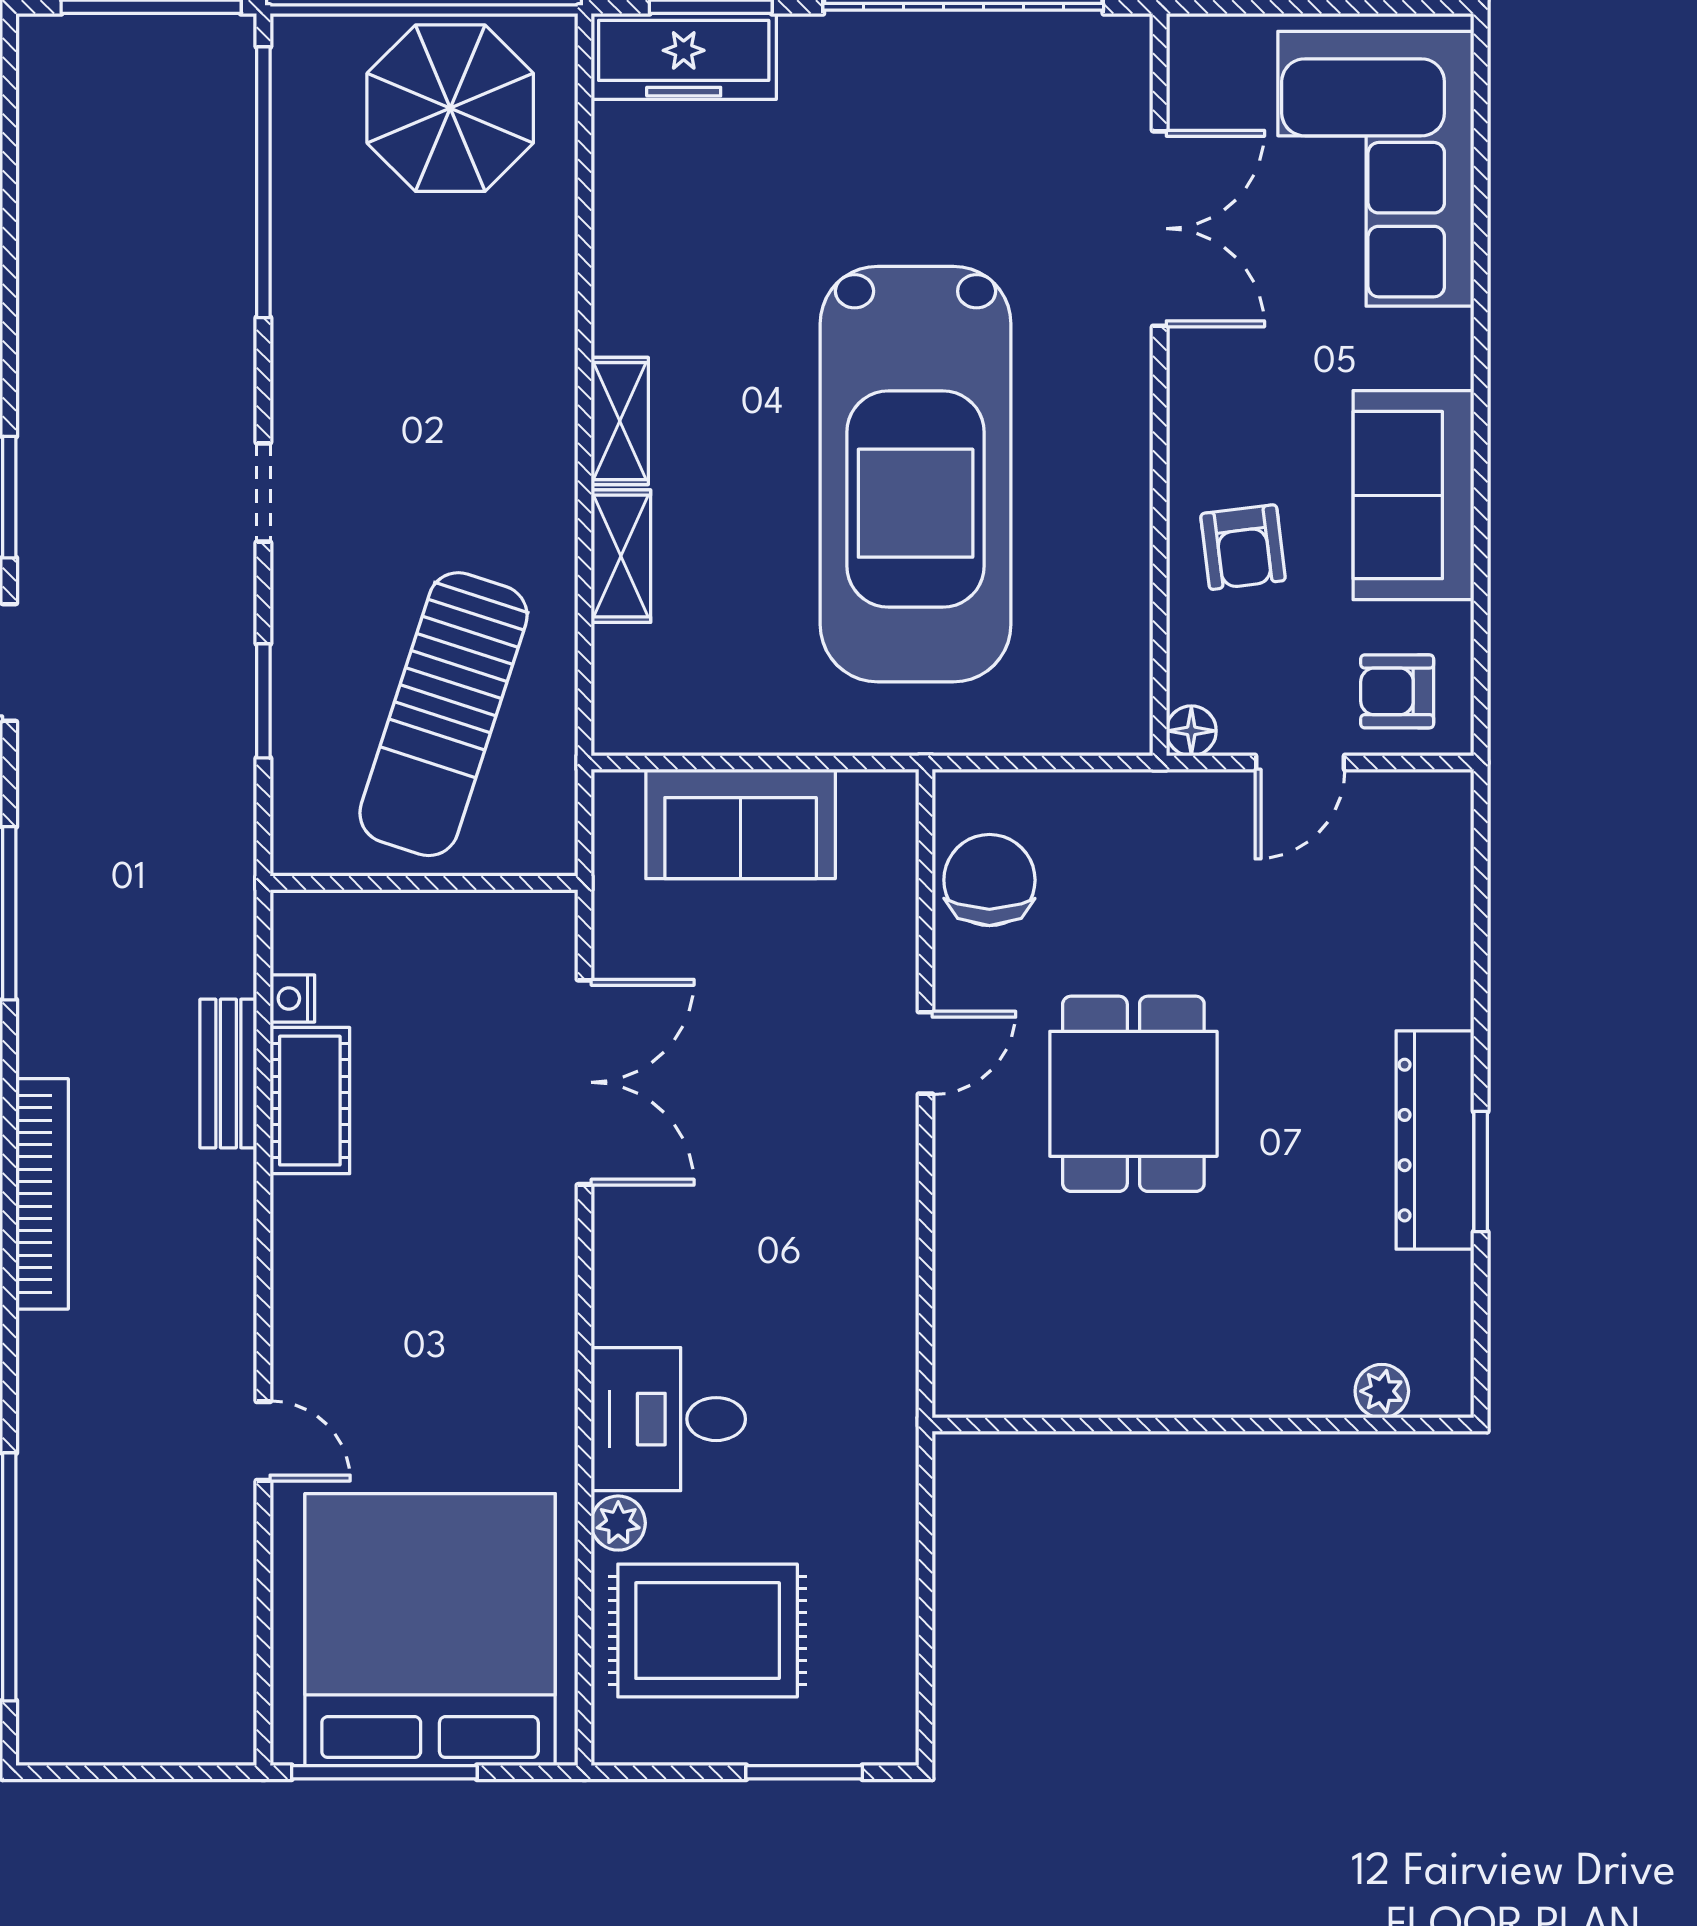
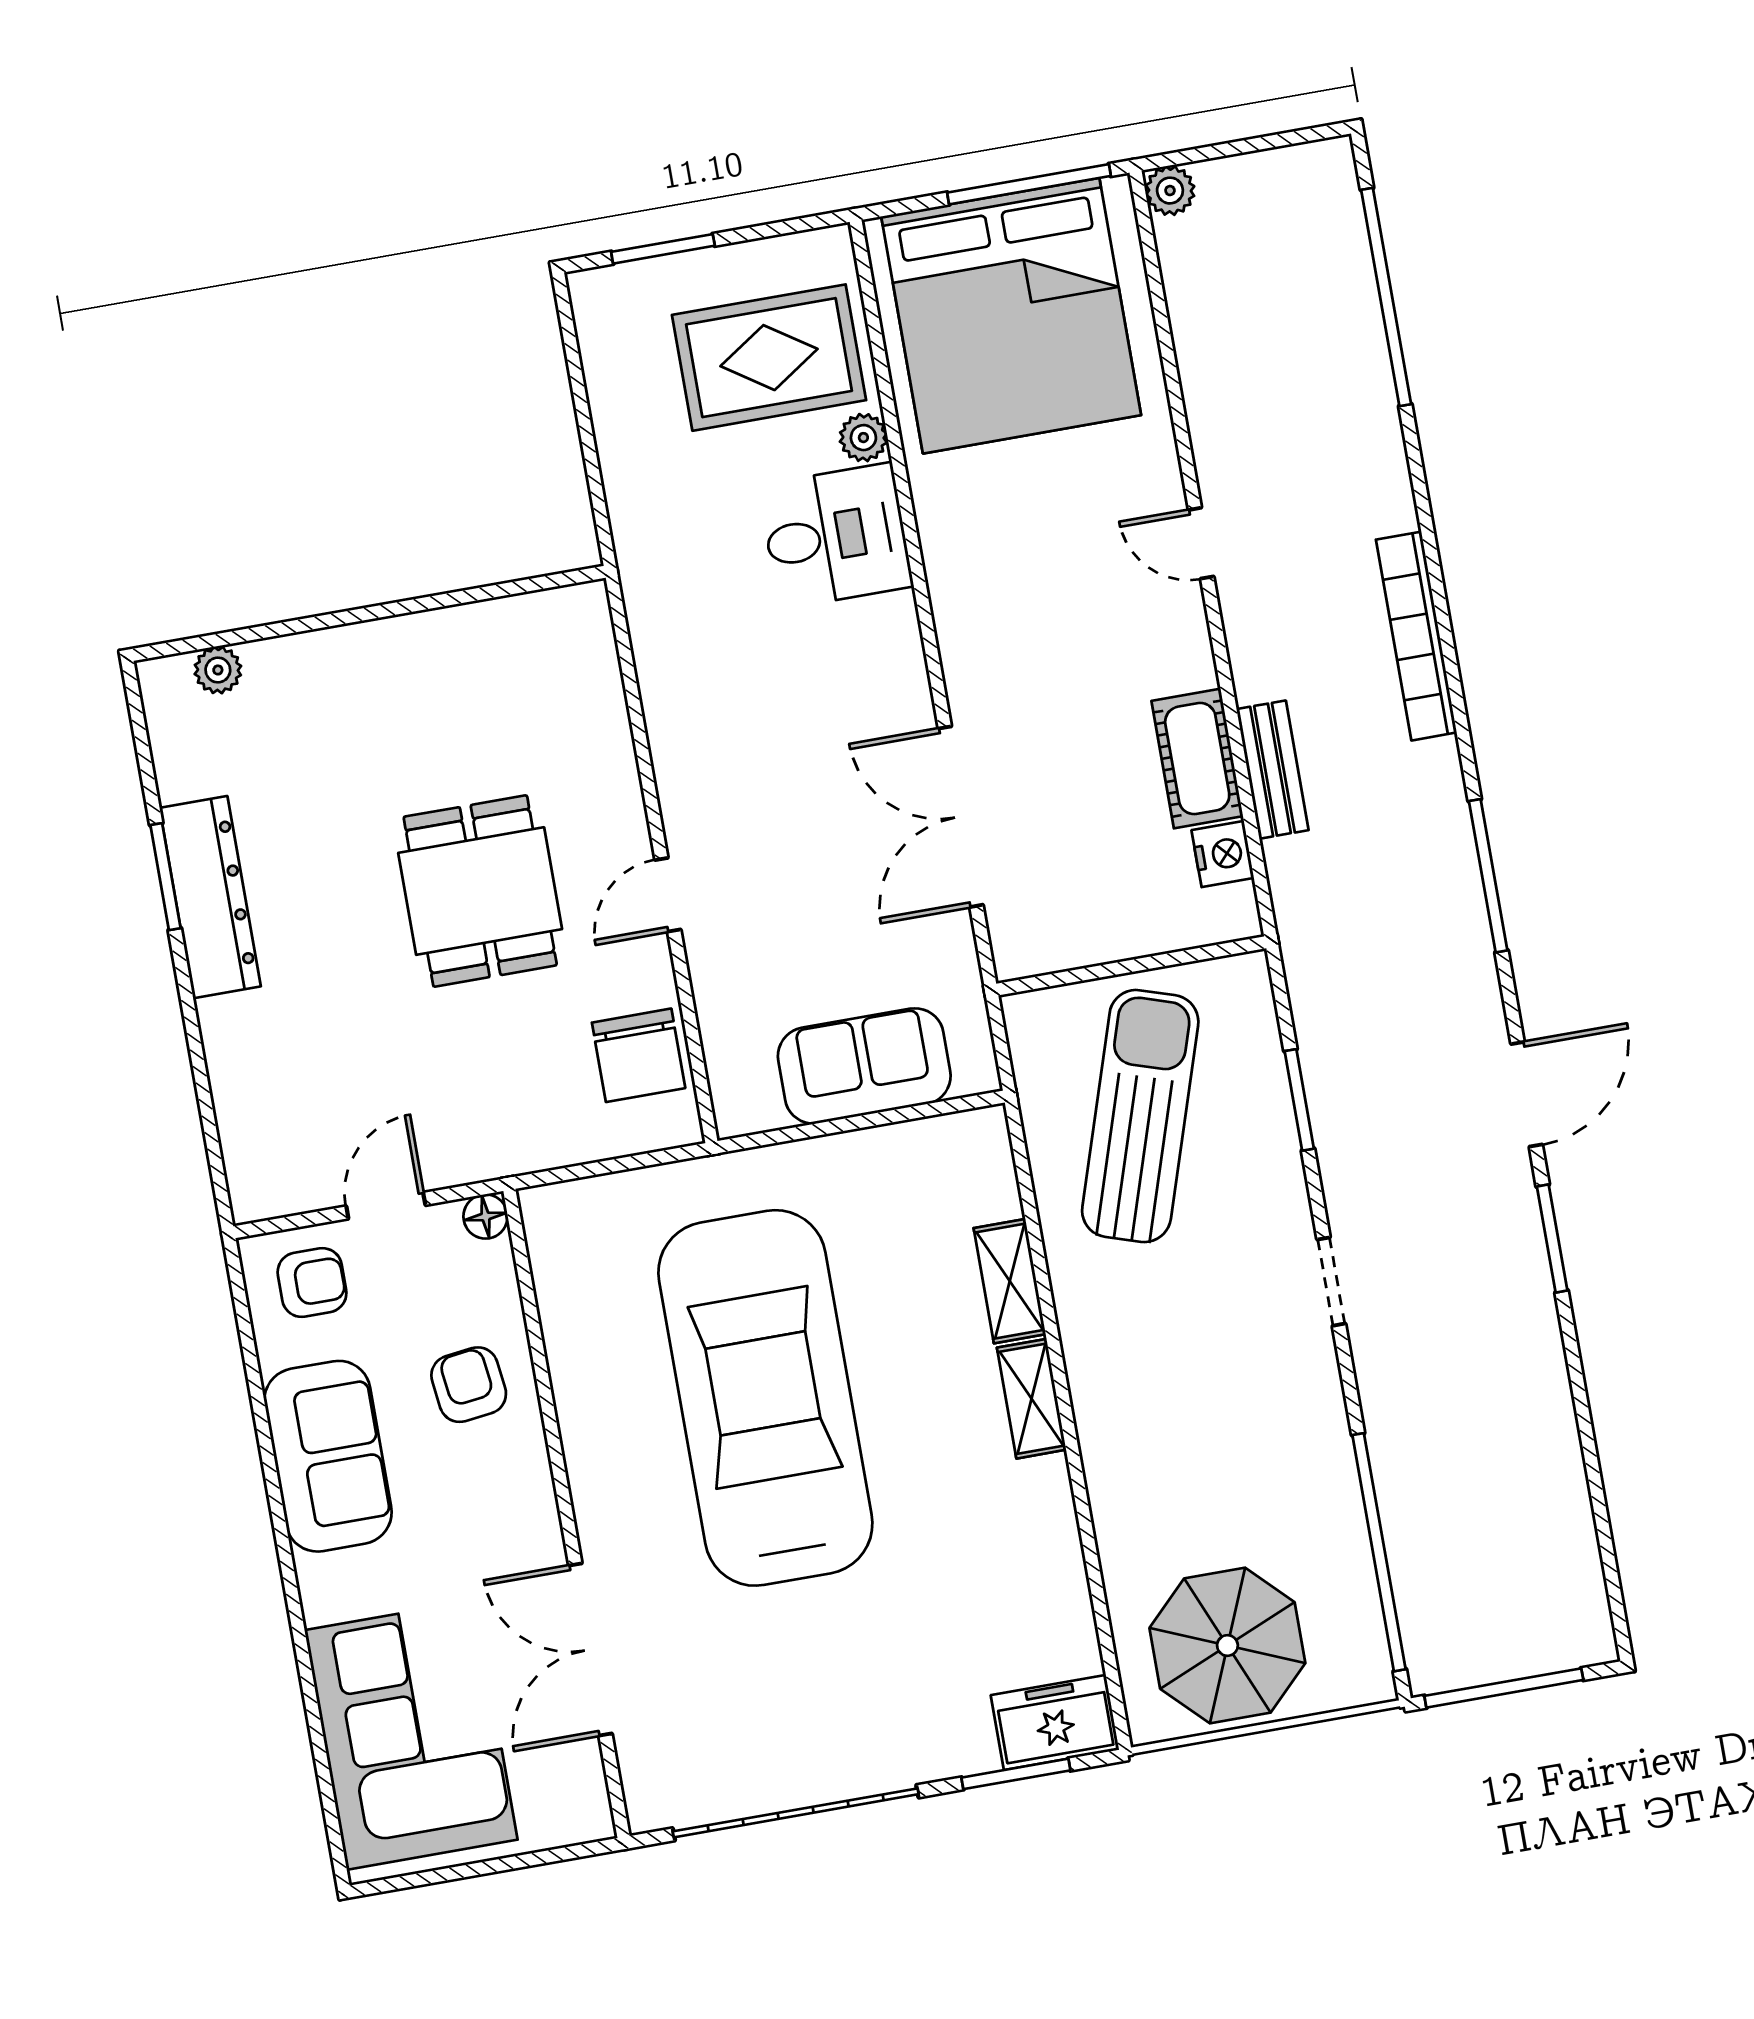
freezer: (684, 56) -> (1055, 1722), width x0.71
nightstand: (292, 998) -> (1223, 854), width x1.39, depth x1.35
door: (263, 1441) -> (1201, 543), moved
plant: (229, 1738) -> (1170, 191), added

